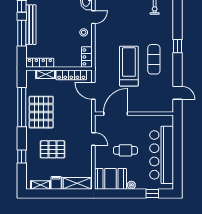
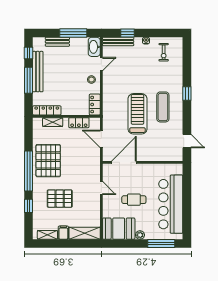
locker: (71, 75) -> (79, 123), width x0.66
window: (22, 107) -> (28, 171), moved
window: (152, 194) -> (161, 244), width x2.17

